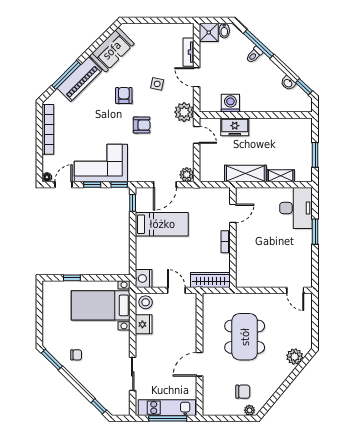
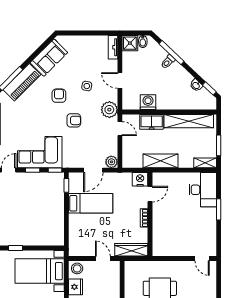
tv unit: (188, 52) -> (113, 47), moved
shelving: (279, 126) -> (189, 121), added
shelving: (281, 176) -> (205, 163), moved
nightstand: (144, 278) -> (140, 179), moved, turned 90

